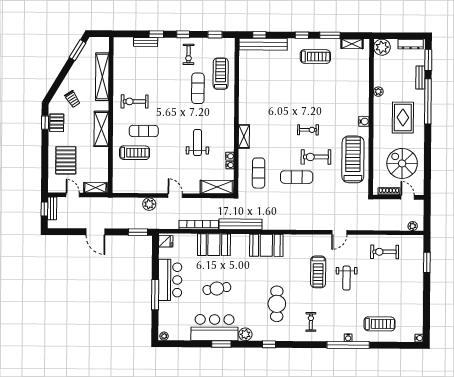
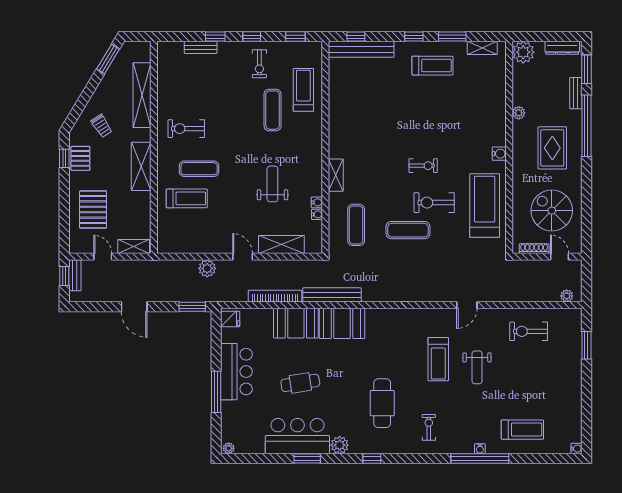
shelving: (217, 187) -> (281, 244), moved
booth: (266, 245) -> (342, 323), moved

